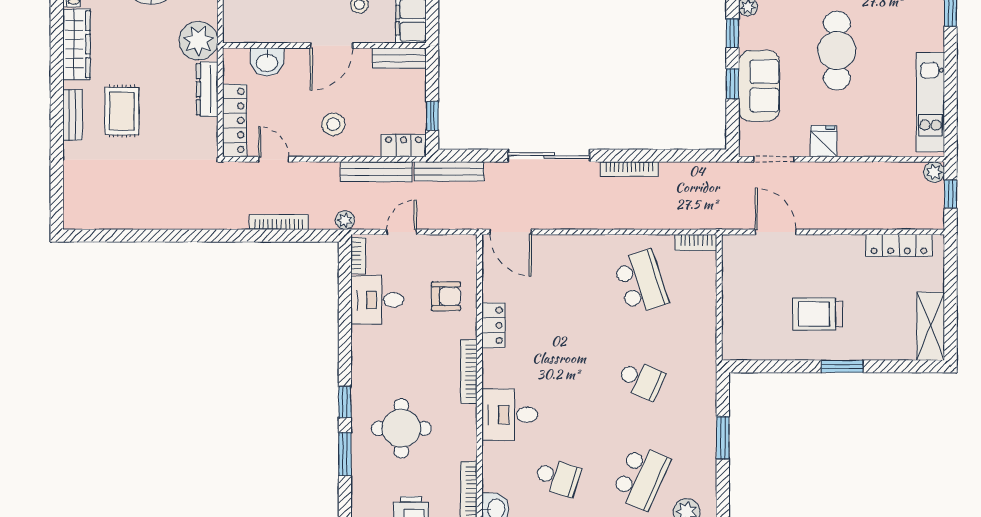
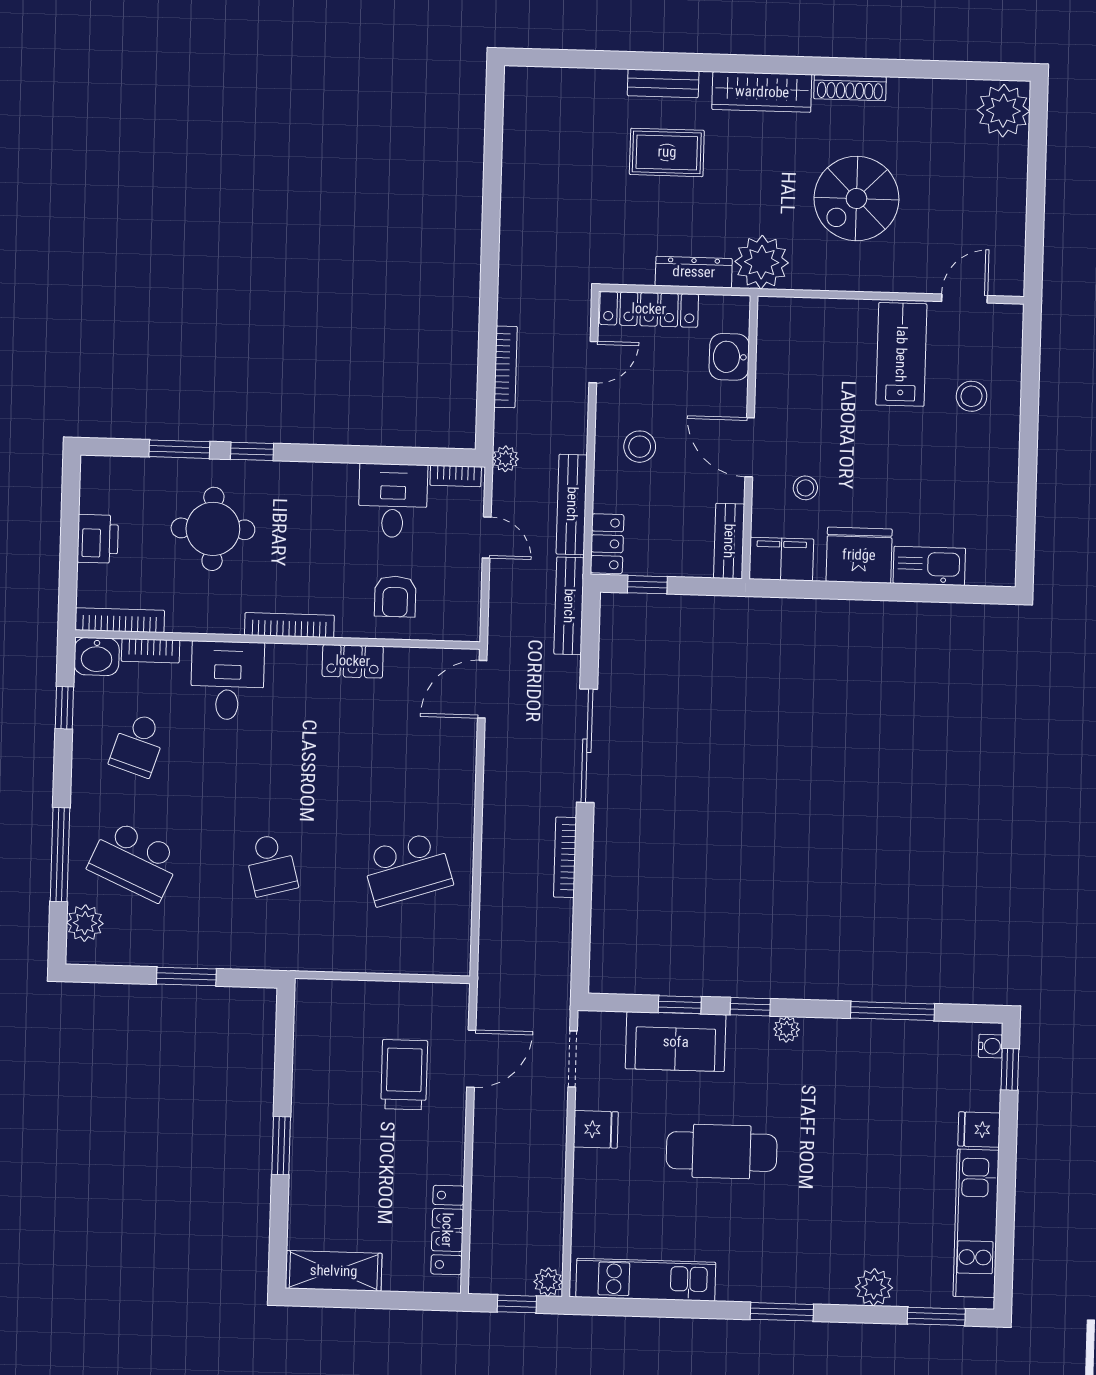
bookcase: (696, 243) -> (151, 651), moved, turned -90
trolley: (817, 314) -> (404, 1075), moved
school desk: (641, 380) -> (271, 865), turned -39

